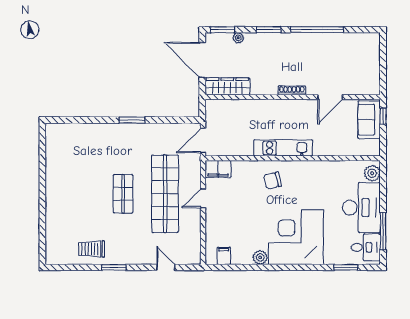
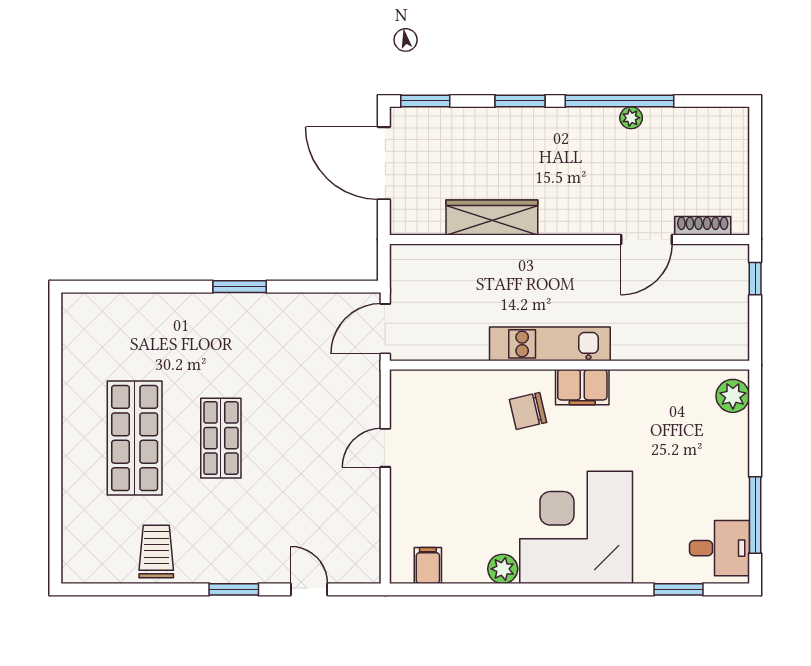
plant: (238, 38) -> (631, 118), moved
wardrobe: (227, 86) -> (492, 218), moved
shoe rack: (292, 90) -> (703, 226), moved
sofa: (369, 120) -> (727, 286), removed
filing cabinet: (218, 169) -> (582, 387), moved
shop shelf: (165, 194) -> (135, 438), moved, width x0.71
desk: (361, 208) -> (711, 466), removed
trolley: (91, 249) -> (156, 551), turned 90
window: (114, 267) -> (234, 589), moved

